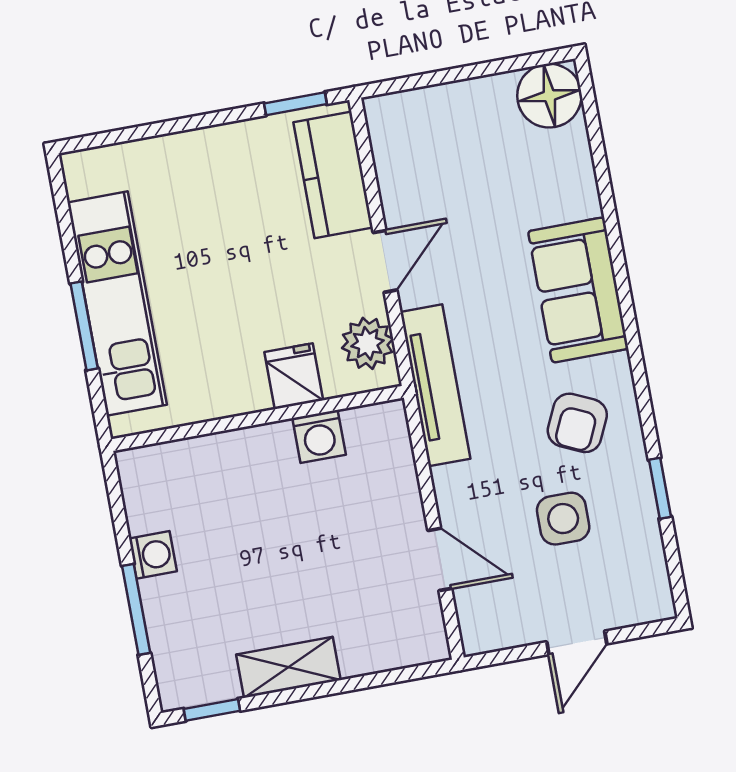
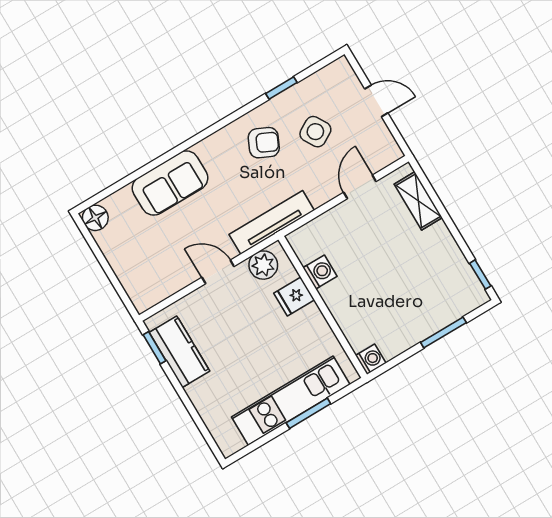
floor lamp: (549, 96) -> (95, 218), width x0.73, depth x0.73
kitchen counter: (333, 175) -> (179, 352), moved, turned -90
sofa: (578, 290) -> (170, 183), moved
side table: (563, 519) -> (315, 132), turned -30
washing machine: (153, 555) -> (371, 359), moved, turned 90
shelving: (288, 667) -> (418, 201), moved

